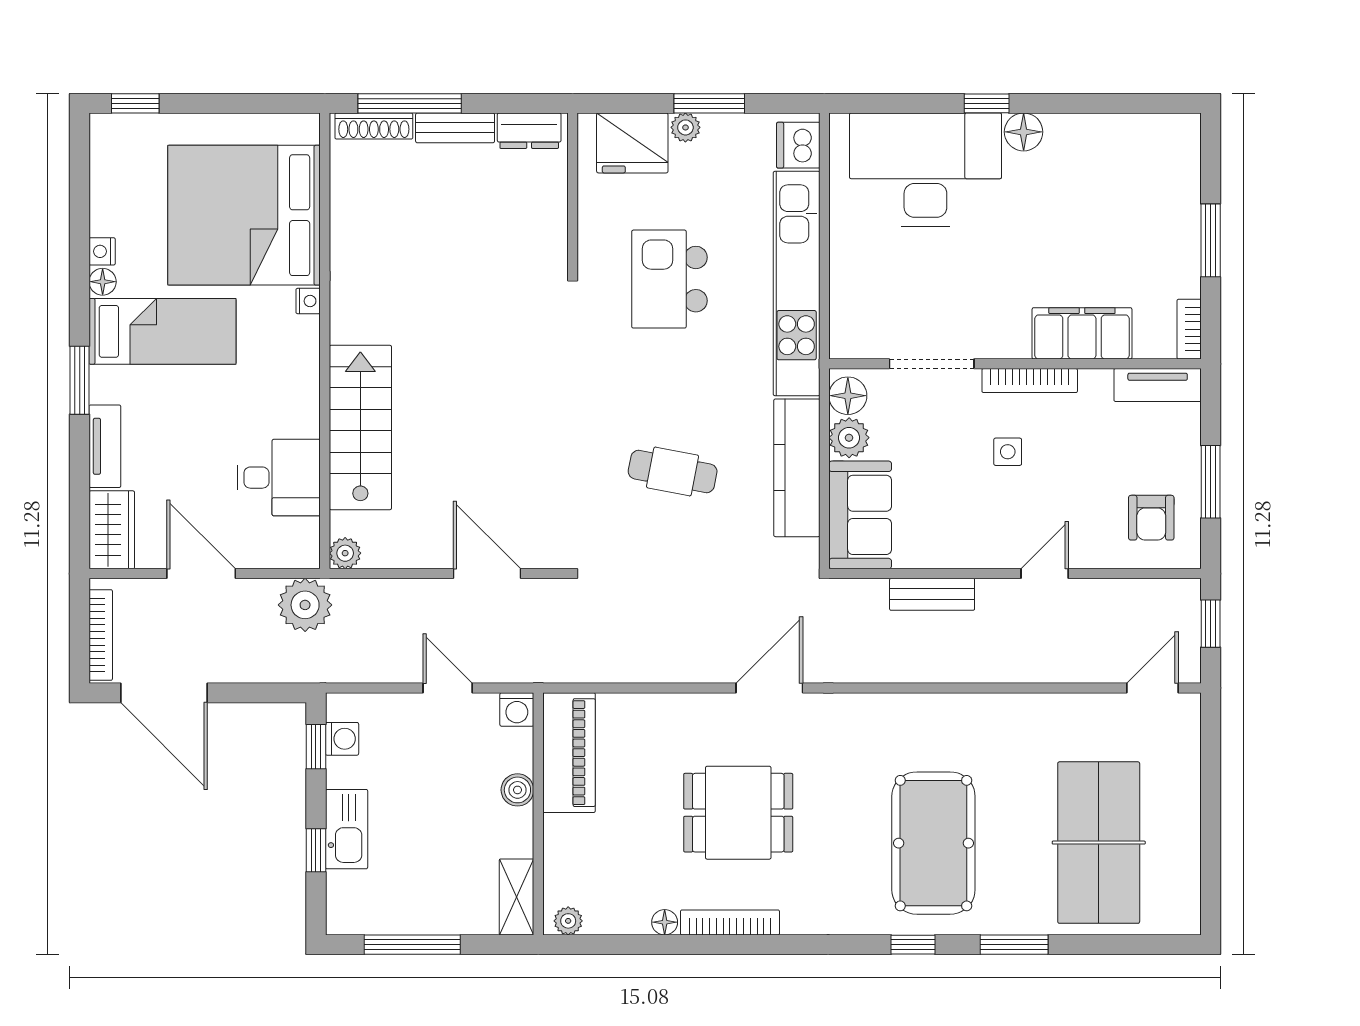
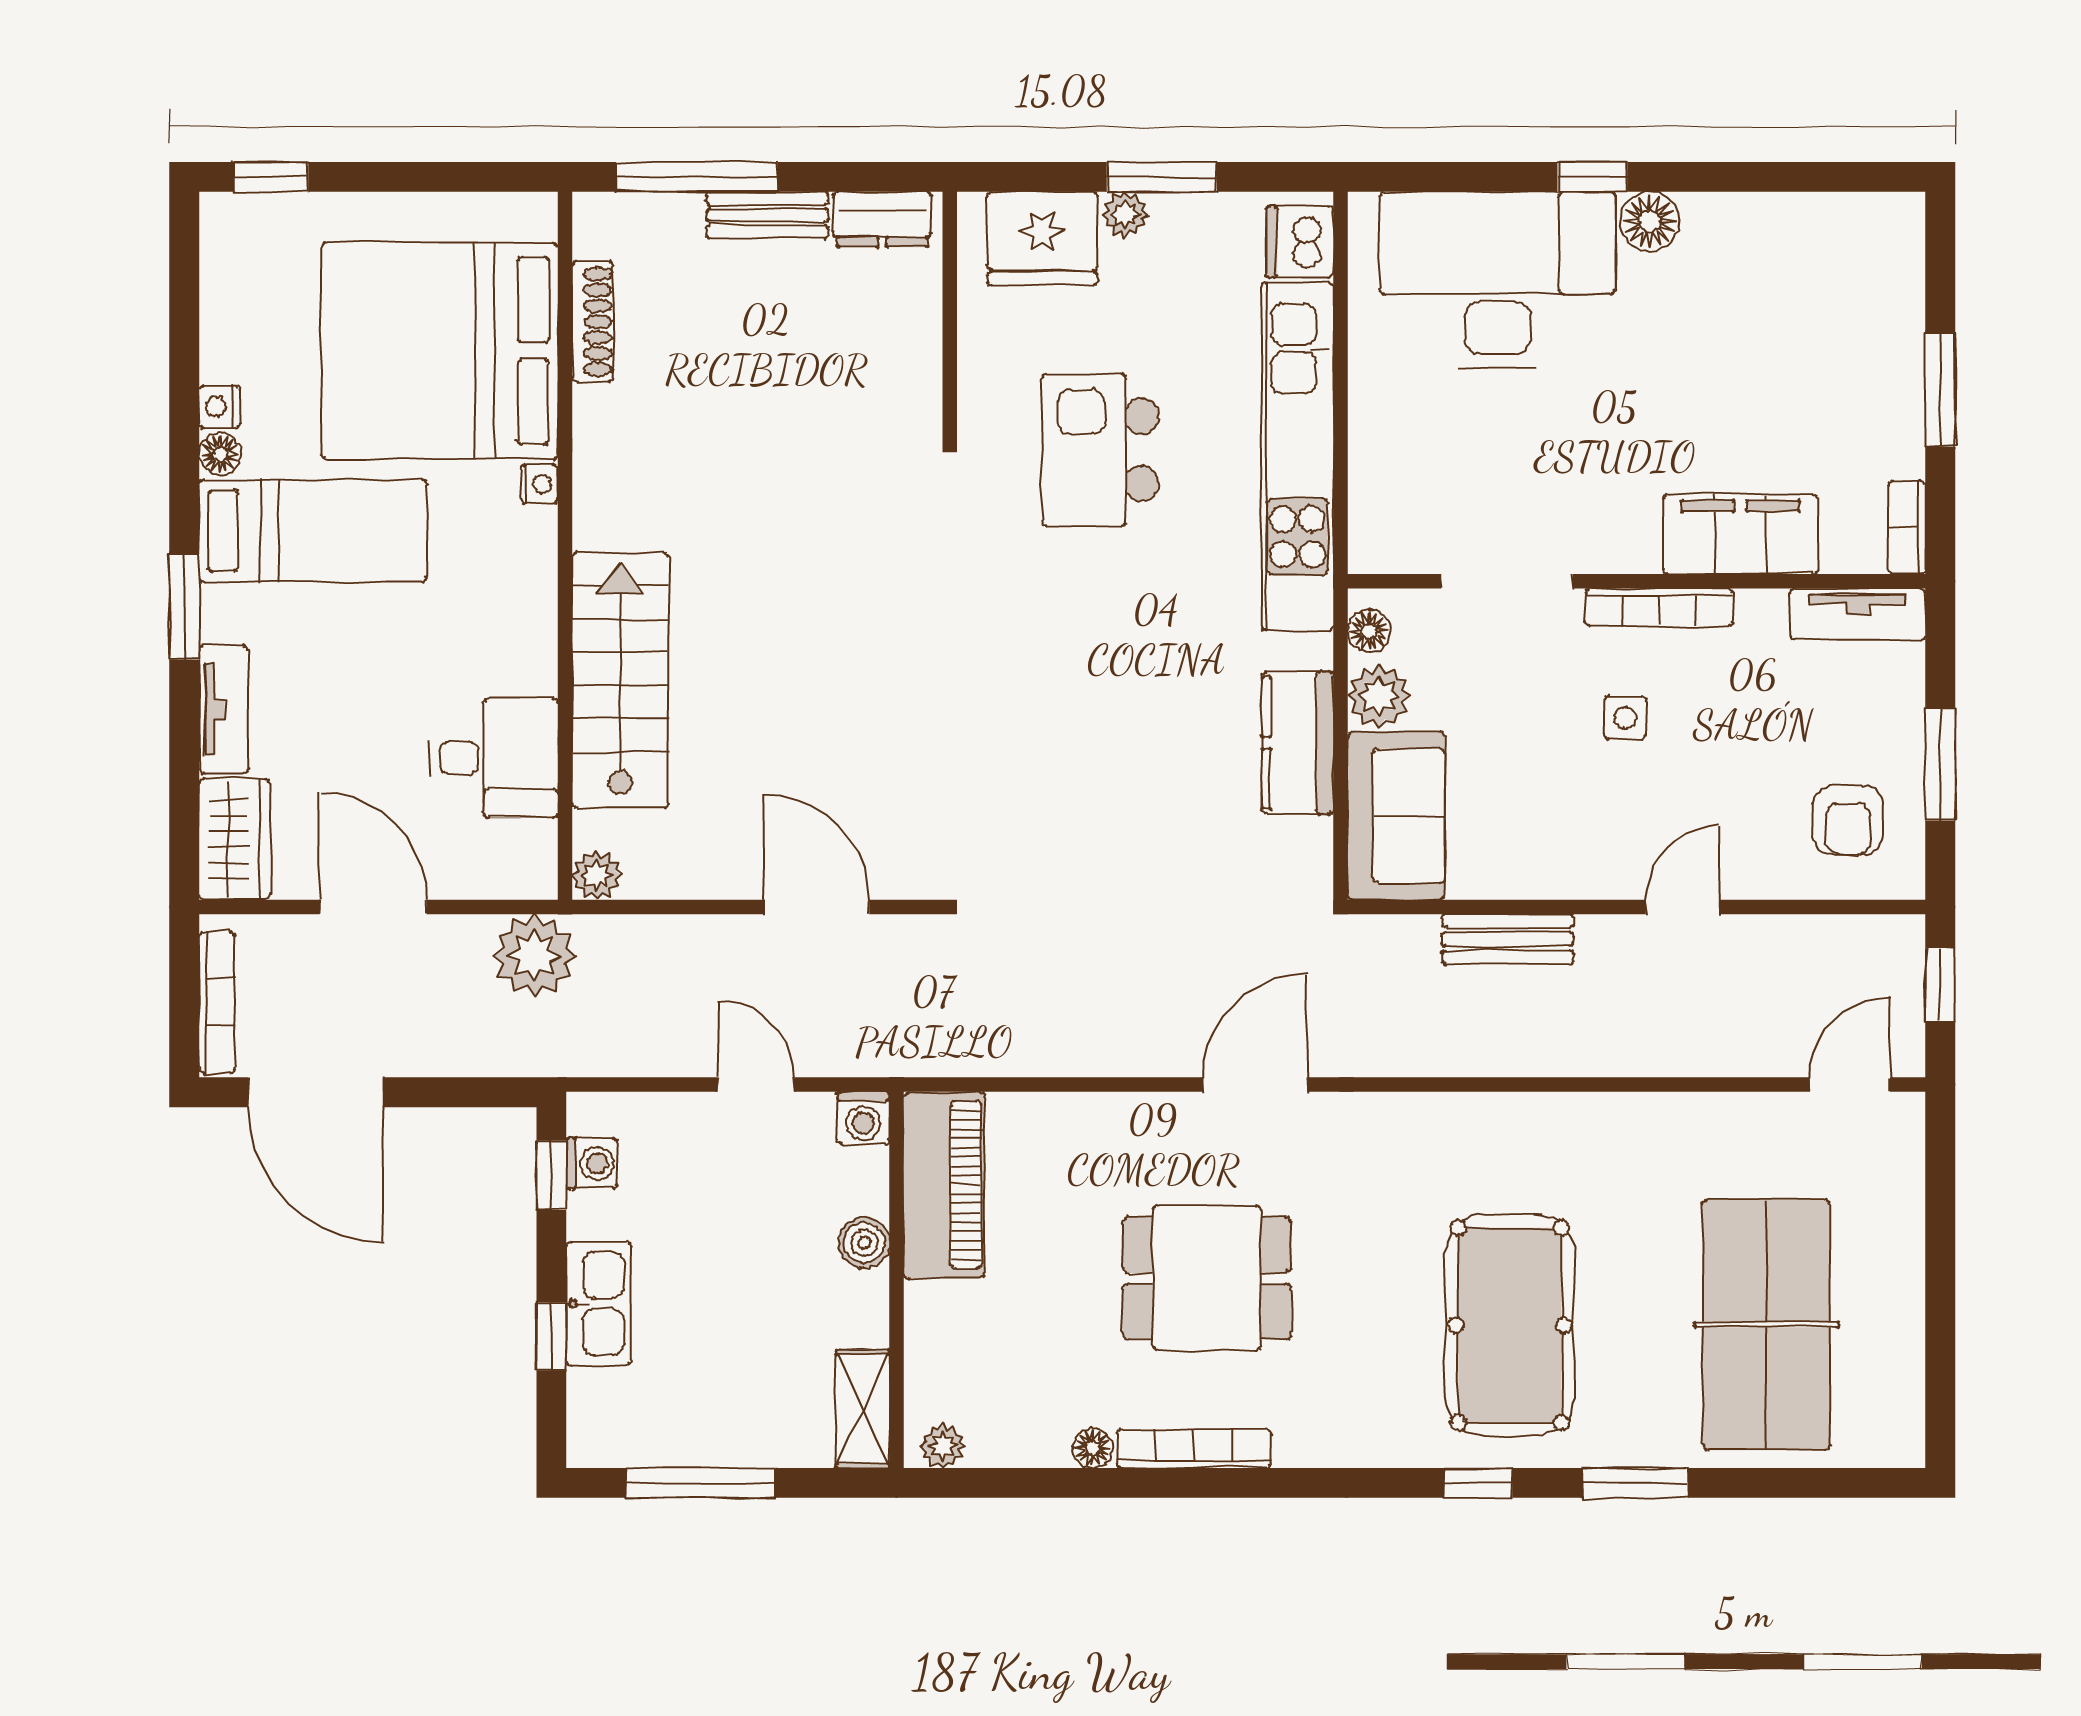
shoe rack: (374, 126) -> (593, 322), moved, turned -90
floor lamp: (848, 396) -> (1369, 631), width x0.73, depth x0.73
kitchen counter: (797, 468) -> (1298, 743), width x0.67
cafe table: (673, 471) -> (1105, 748), removed

